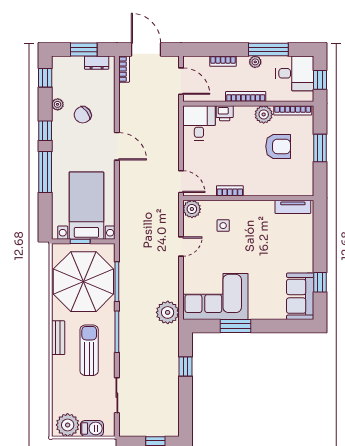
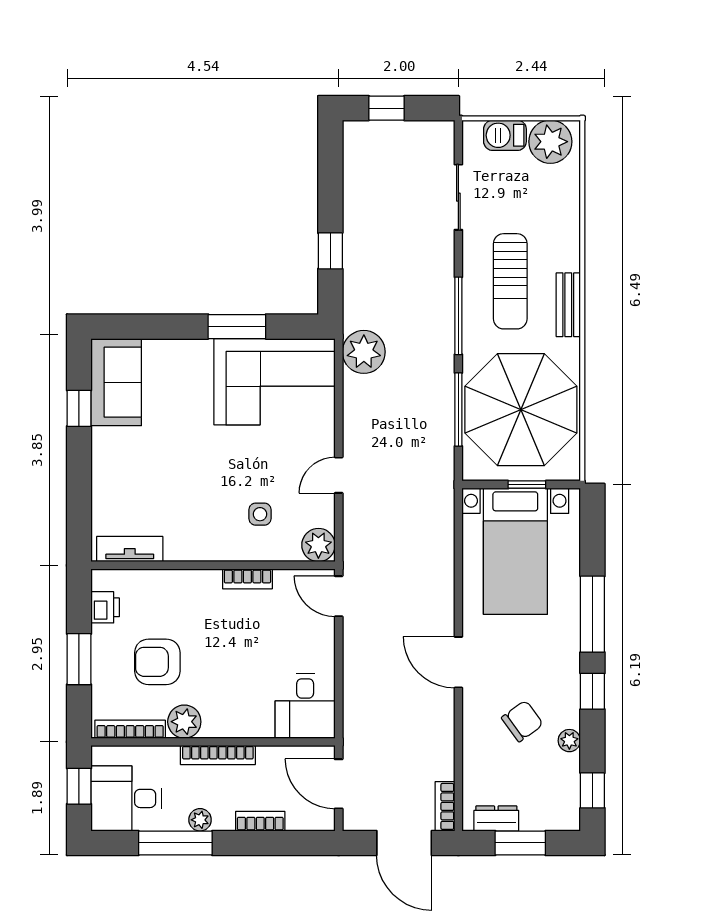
printer: (225, 113) -> (105, 607), moved, turned 90

